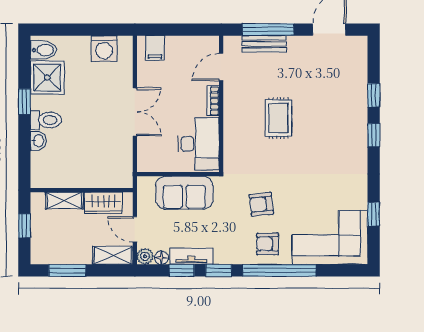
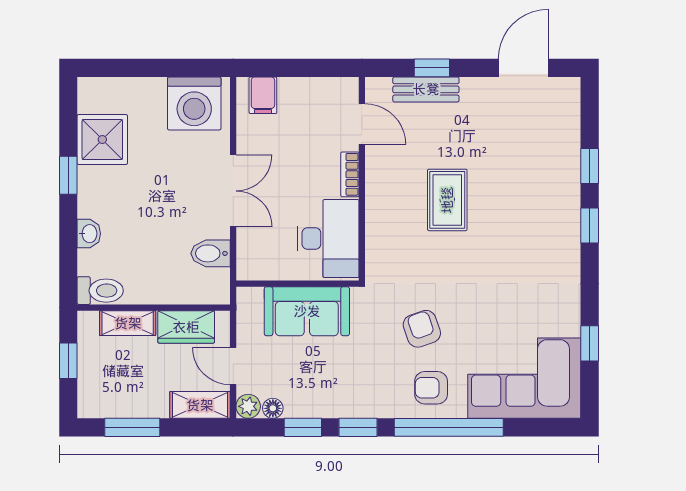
window: (268, 30) -> (432, 68), width x0.46
washing machine: (104, 49) -> (194, 103), width x1.37, depth x1.37
bidet: (44, 50) -> (211, 253), moved, turned 180
door: (221, 67) -> (362, 124), swing flipped
toilet: (46, 120) -> (100, 291), moved
armchair: (261, 204) -> (422, 329), turned 77
tv unit: (191, 256) -> (317, 406), removed

